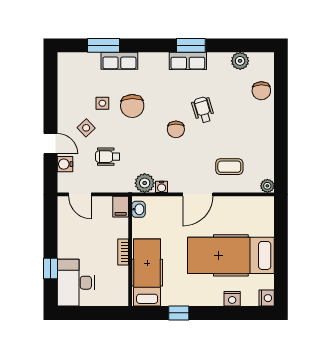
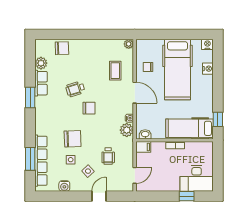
row of seats: (119, 61) -> (41, 161), width x2.02
row of seats: (188, 61) -> (41, 83), moved
water cooler: (65, 164) -> (64, 186), moved
chair: (235, 213) -> (148, 67), added
window: (179, 313) -> (218, 119), moved

